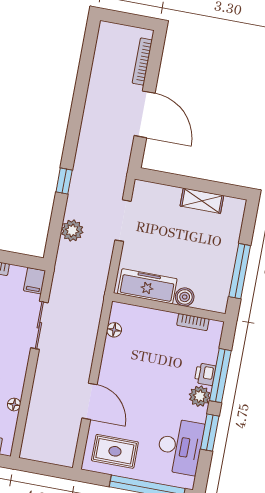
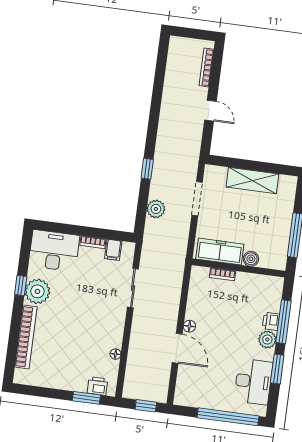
door: (145, 114) -> (210, 111), width x0.53
shelving: (202, 201) -> (252, 181), width x1.50, depth x1.33
filing cabinet: (34, 281) -> (113, 250), moved
bookcase: (193, 322) -> (223, 274), moved
floor lamp: (114, 330) -> (189, 326), moved
rug: (115, 451) -> (200, 388), removed
window: (48, 469) -> (146, 406), added

